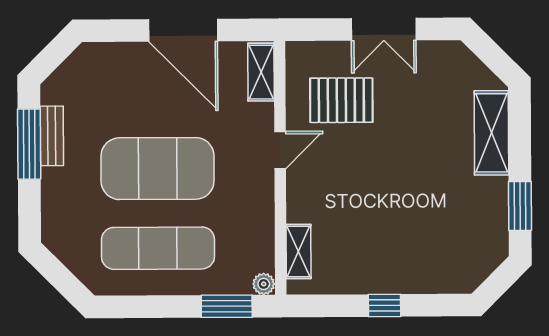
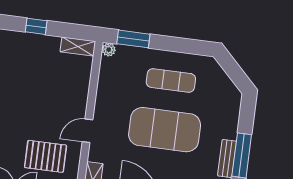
exercise mat: (158, 248) -> (171, 80), width x0.73, depth x0.69
shelving: (298, 251) -> (78, 46), moved, turned 90

